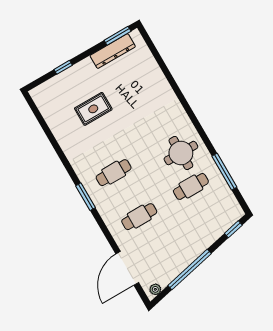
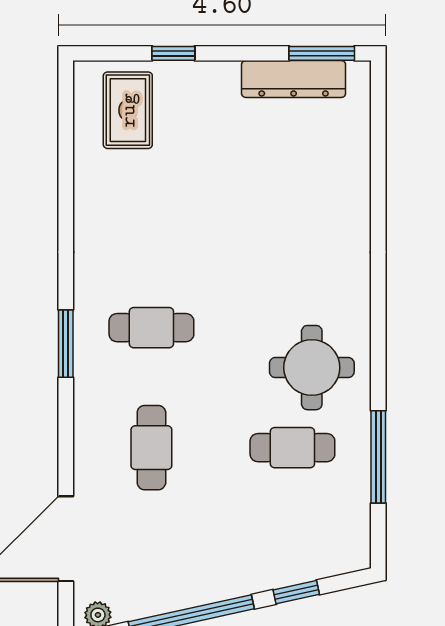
rug: (93, 109) -> (128, 110), moved, turned 90
cafe table: (139, 217) -> (151, 448), turned 90
window: (233, 229) -> (296, 592), moved

